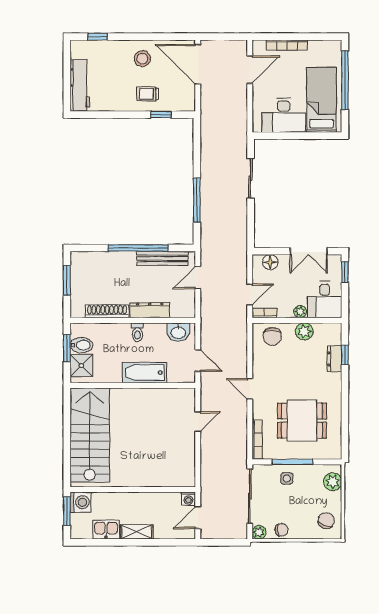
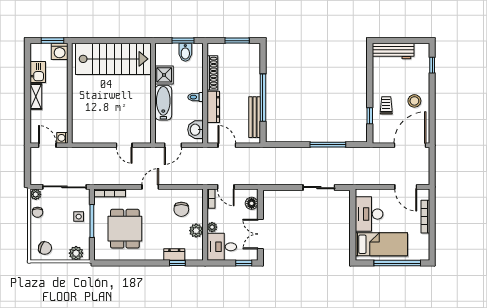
window: (197, 200) -> (328, 145), moved
door: (198, 278) -> (227, 145), moved
chair: (272, 336) -> (181, 209), moved, turned -90
shower: (81, 366) -> (164, 75), moved

